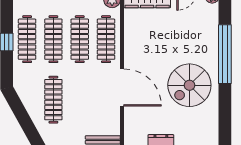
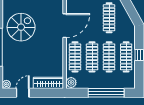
door: (122, 87) -> (65, 26), swing flipped

